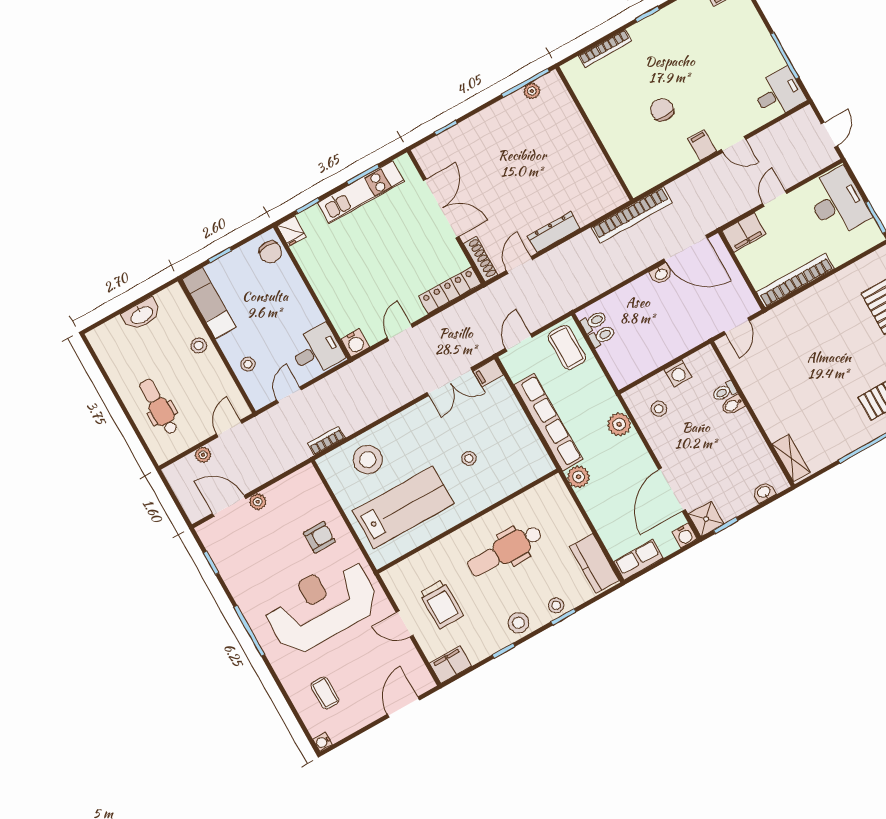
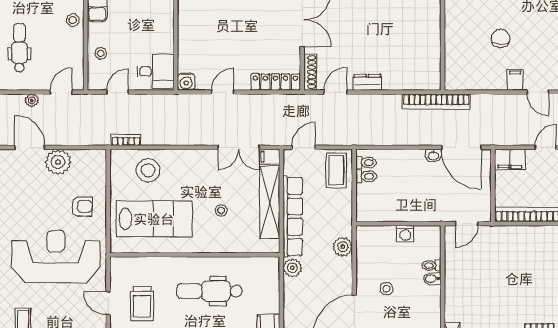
dresser: (554, 232) -> (367, 82), width x0.70
stool: (659, 409) -> (386, 289), moved
shelving: (516, 421) -> (270, 202), added
plant: (258, 502) -> (58, 162), width x1.88, depth x1.88

